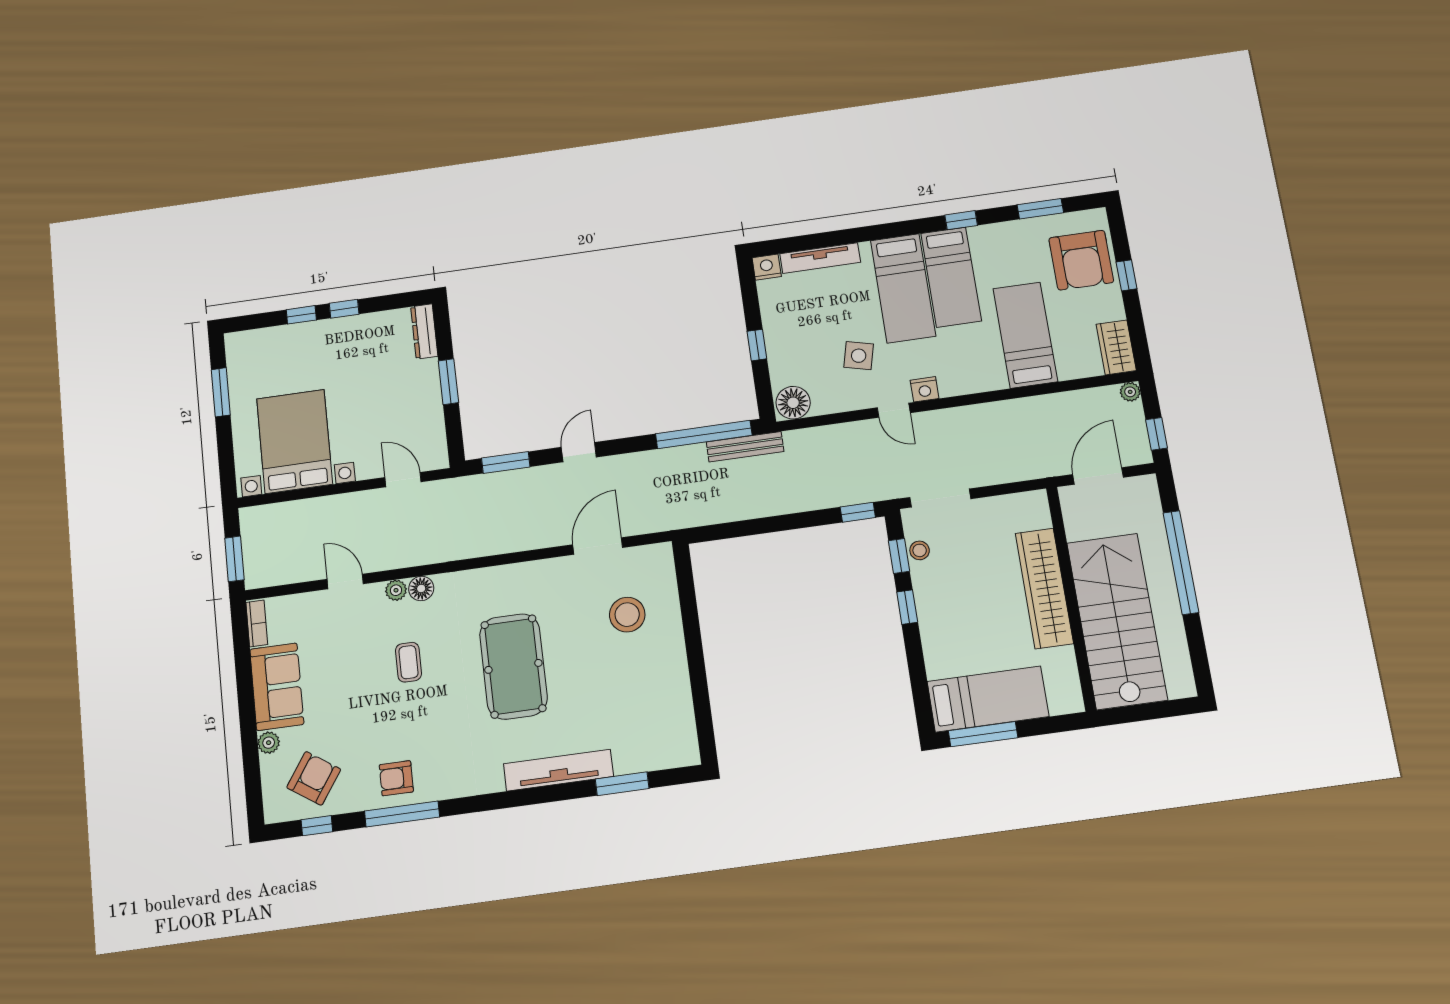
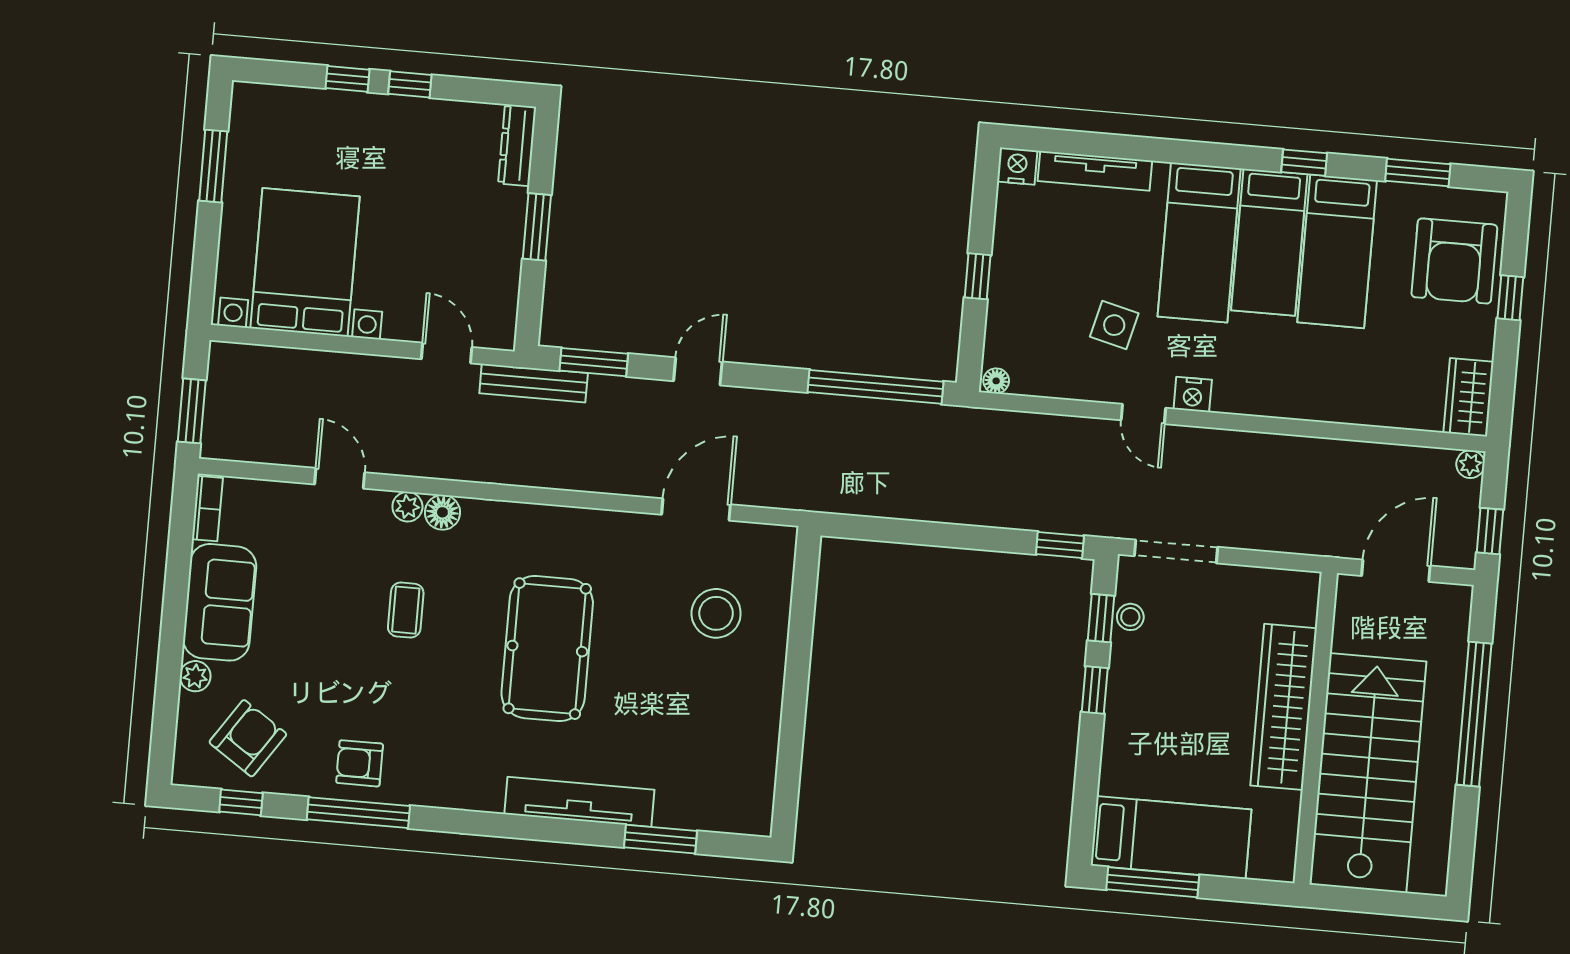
bed: (1025, 335) -> (1337, 251), moved, turned 180
floor lamp: (793, 403) -> (996, 381), width x0.53, depth x0.53
bench: (745, 447) -> (534, 383), moved

